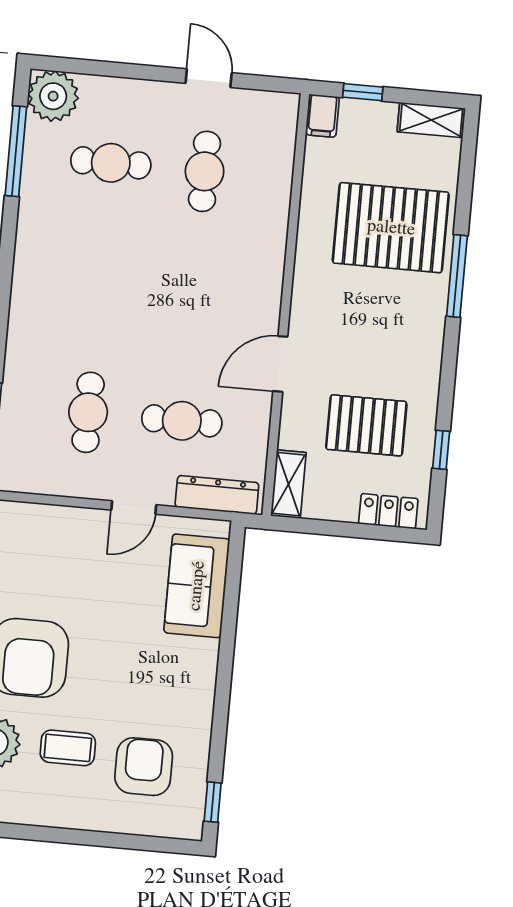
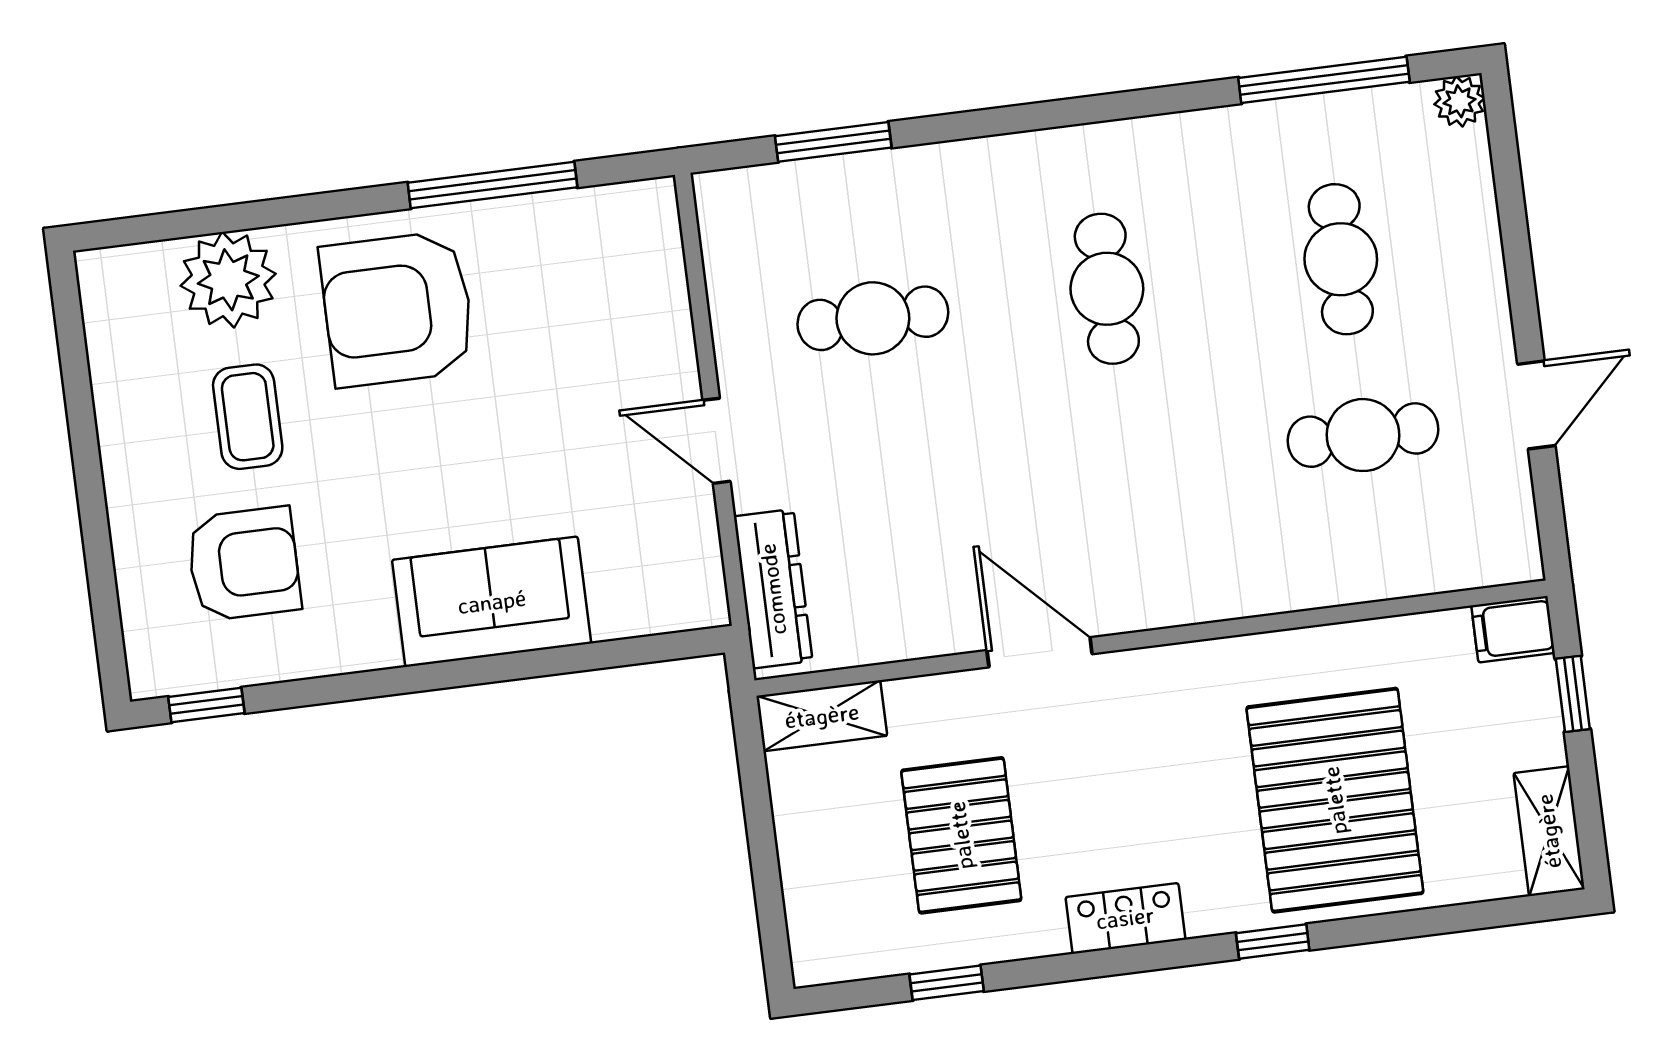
plant: (53, 96) -> (1459, 101), width x0.53, depth x0.53
window: (457, 276) -> (1273, 942), width x0.46
cafe table: (182, 421) -> (1107, 289), moved
locker: (388, 511) -> (1125, 918), moved, turned -90
sofa: (197, 586) -> (492, 602), moved

